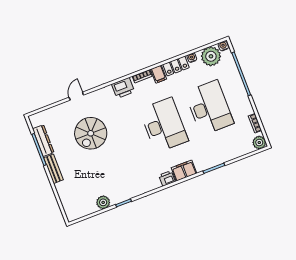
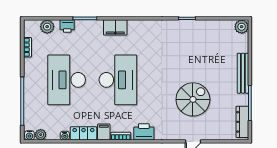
plant: (211, 56) -> (41, 135), width x0.53, depth x0.53
desk: (164, 125) -> (118, 80), turned 180
dresser: (43, 141) -> (242, 122), moved
plant: (259, 143) -> (47, 27), moved
bench: (54, 169) -> (243, 73), width x1.36
printer: (167, 178) -> (67, 26), moved
plant: (103, 202) -> (242, 27), moved

